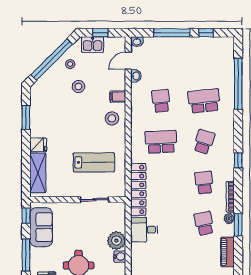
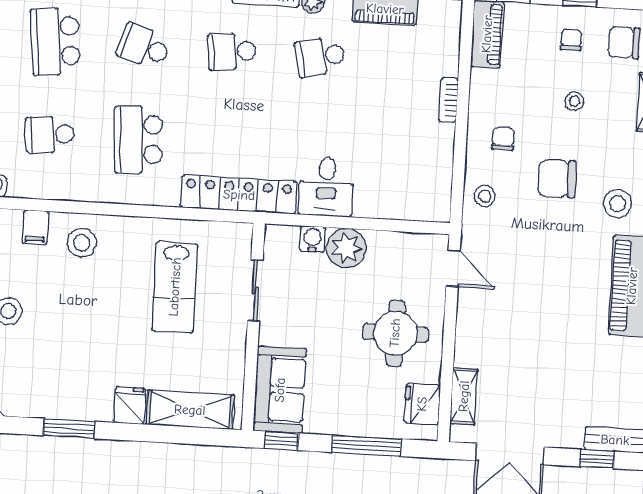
lab bench: (94, 162) -> (175, 287), turned 180
sofa: (41, 227) -> (280, 390), moved, turned 90
water cooler: (120, 257) -> (312, 239), moved

